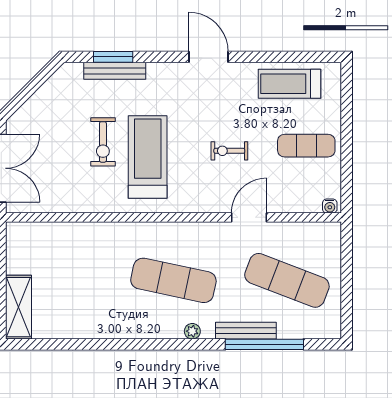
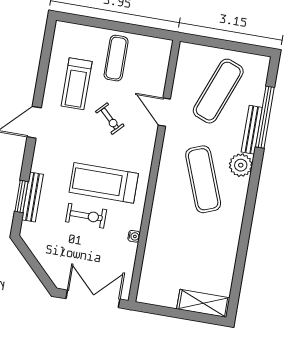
treadmill: (289, 84) -> (77, 84), moved
exercise bike: (229, 151) -> (110, 119), turned -46
water cooler: (330, 206) -> (134, 236), moved
exercise mat: (173, 280) -> (203, 179), turned -33
plant: (192, 331) -> (241, 165), width x1.87, depth x1.87

